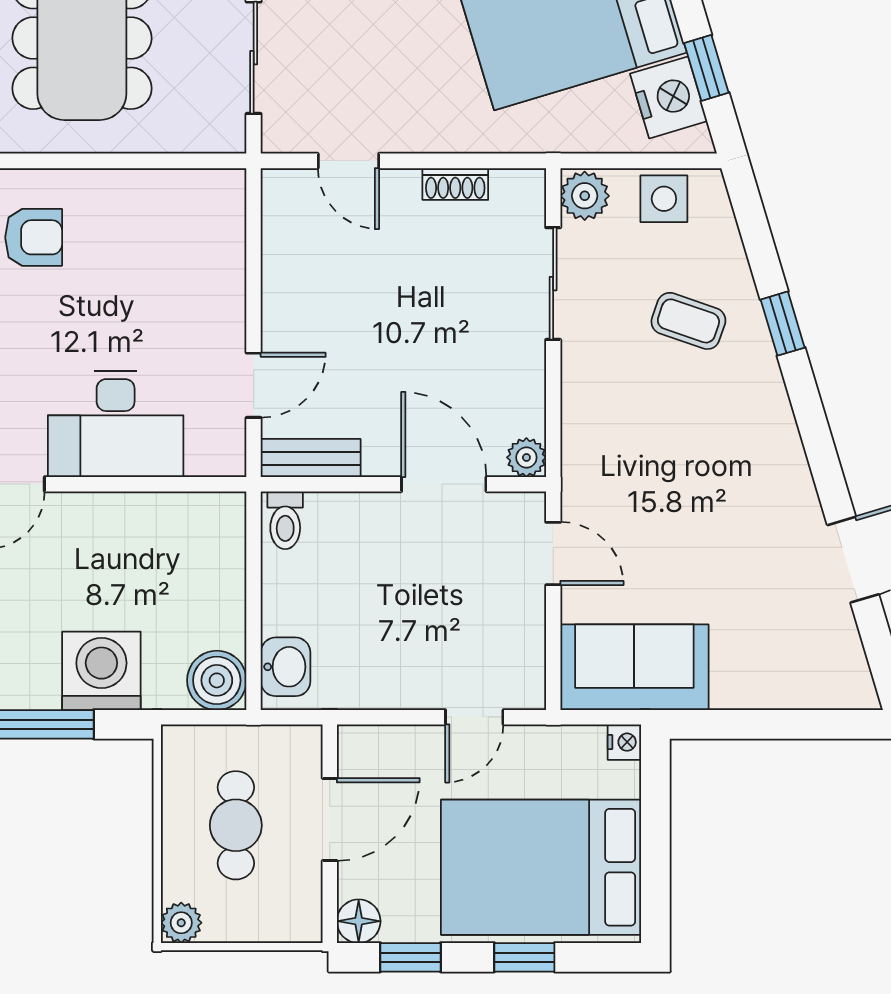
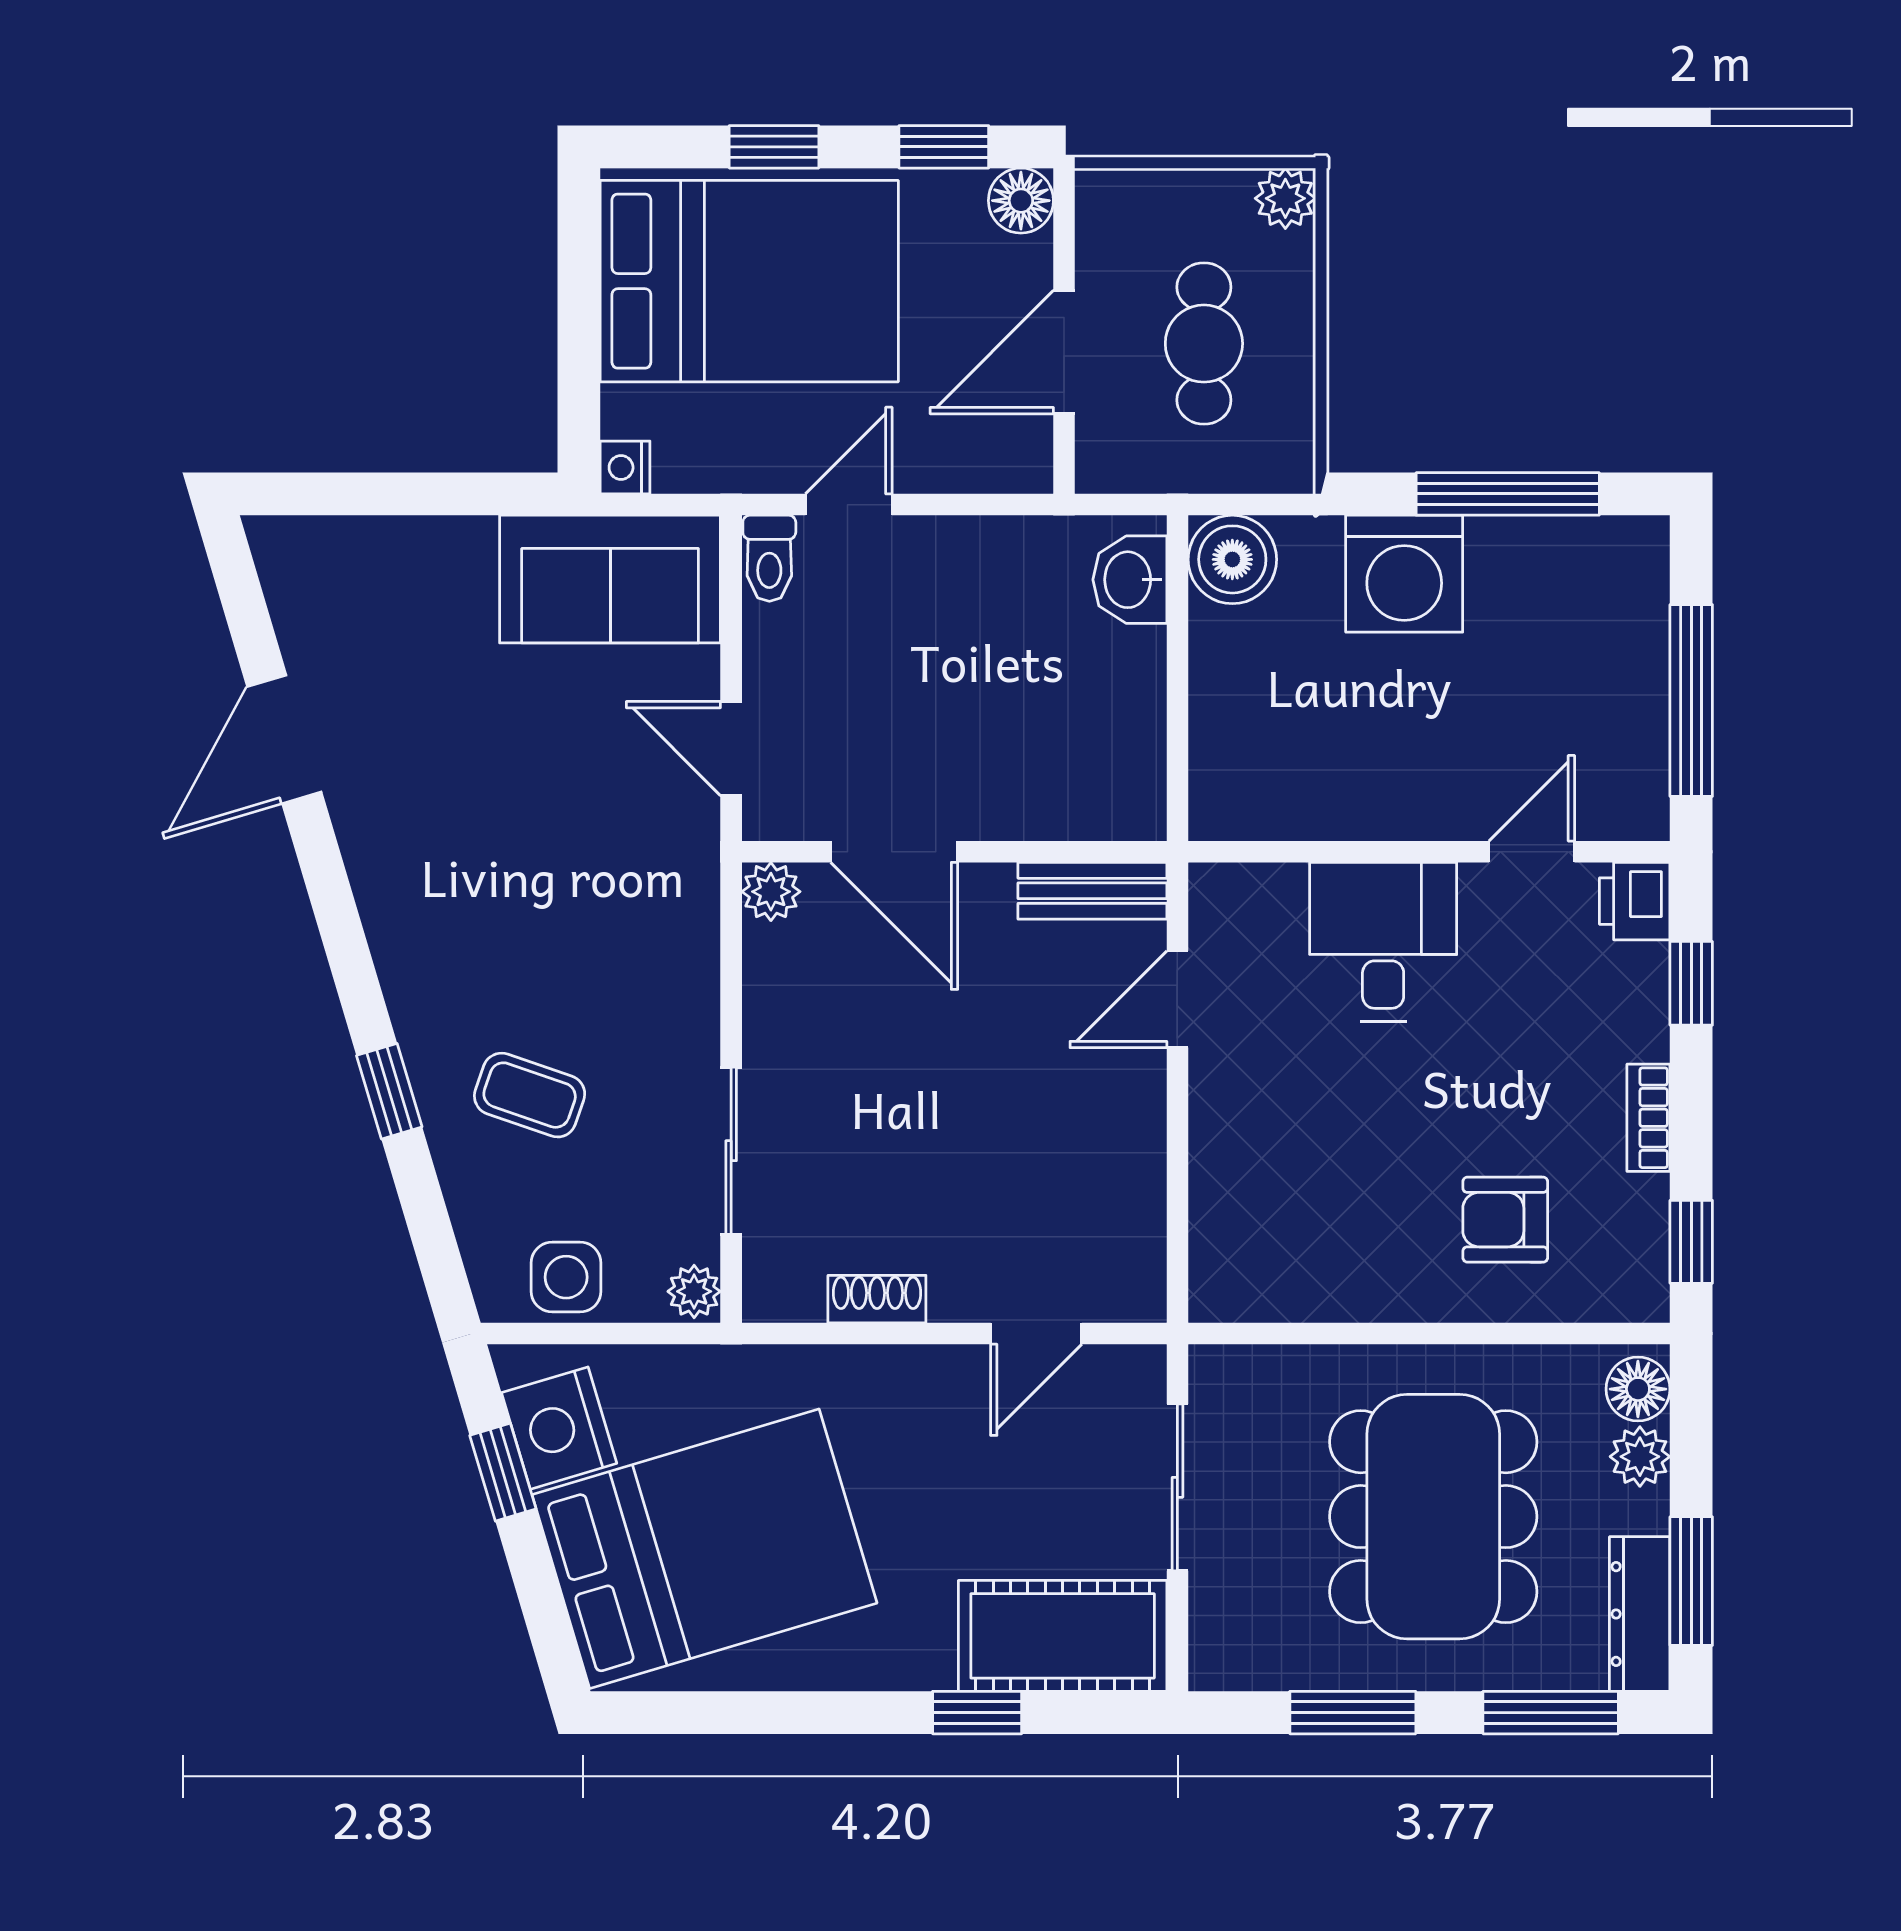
door: (348, 161) -> (1036, 1334), swing flipped
plant: (585, 196) -> (694, 1291), width x0.73, depth x0.73
desk: (116, 424) -> (1383, 942), width x0.73
toilet: (285, 520) -> (769, 558), moved, turned 180

